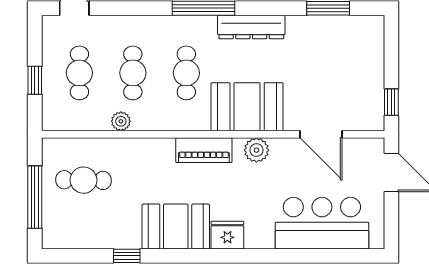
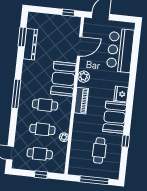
dresser: (251, 27) -> (30, 44), moved
cafe table: (83, 180) -> (99, 151), moved

